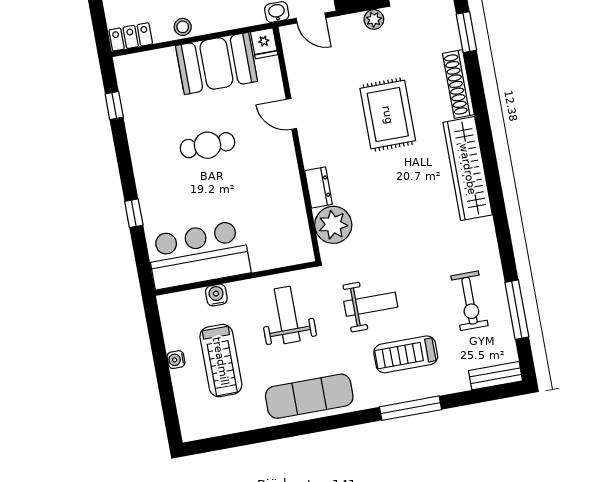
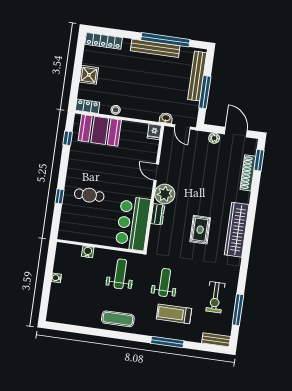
booth: (216, 63) -> (100, 130), moved
shoe rack: (458, 84) -> (248, 173), moved
rug: (388, 115) -> (200, 230), moved, width x0.73, depth x0.70
cafe table: (207, 145) -> (89, 195), moved
plant: (333, 225) -> (165, 194), moved
bar counter: (199, 255) -> (133, 223), moved, turned -90
weight bench: (371, 304) -> (165, 282), turned -90
treadmill: (221, 361) -> (79, 286), removed
exercise mat: (309, 396) -> (118, 319), width x0.73, depth x0.69

